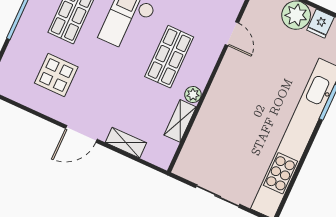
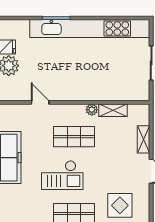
door: (232, 34) -> (40, 102), hinge flipped

